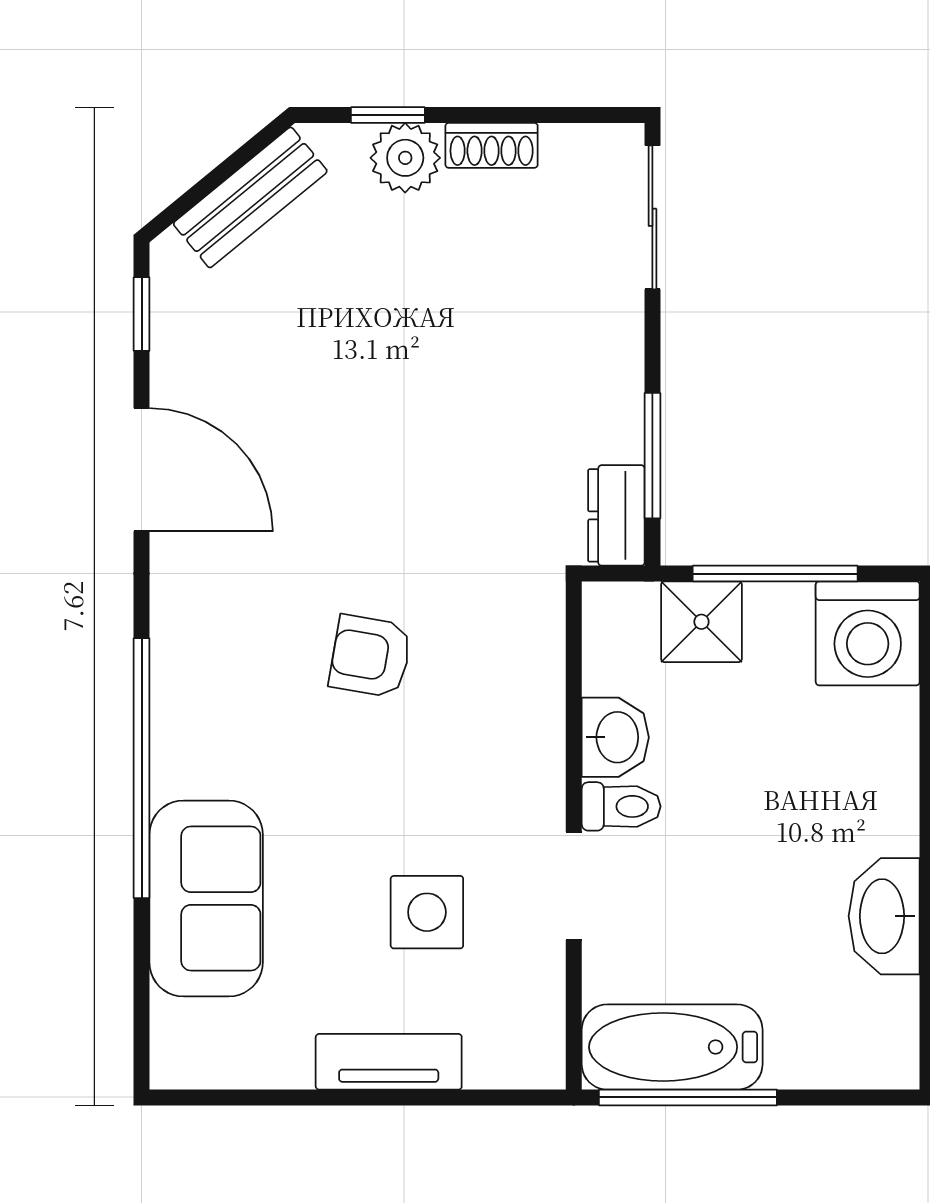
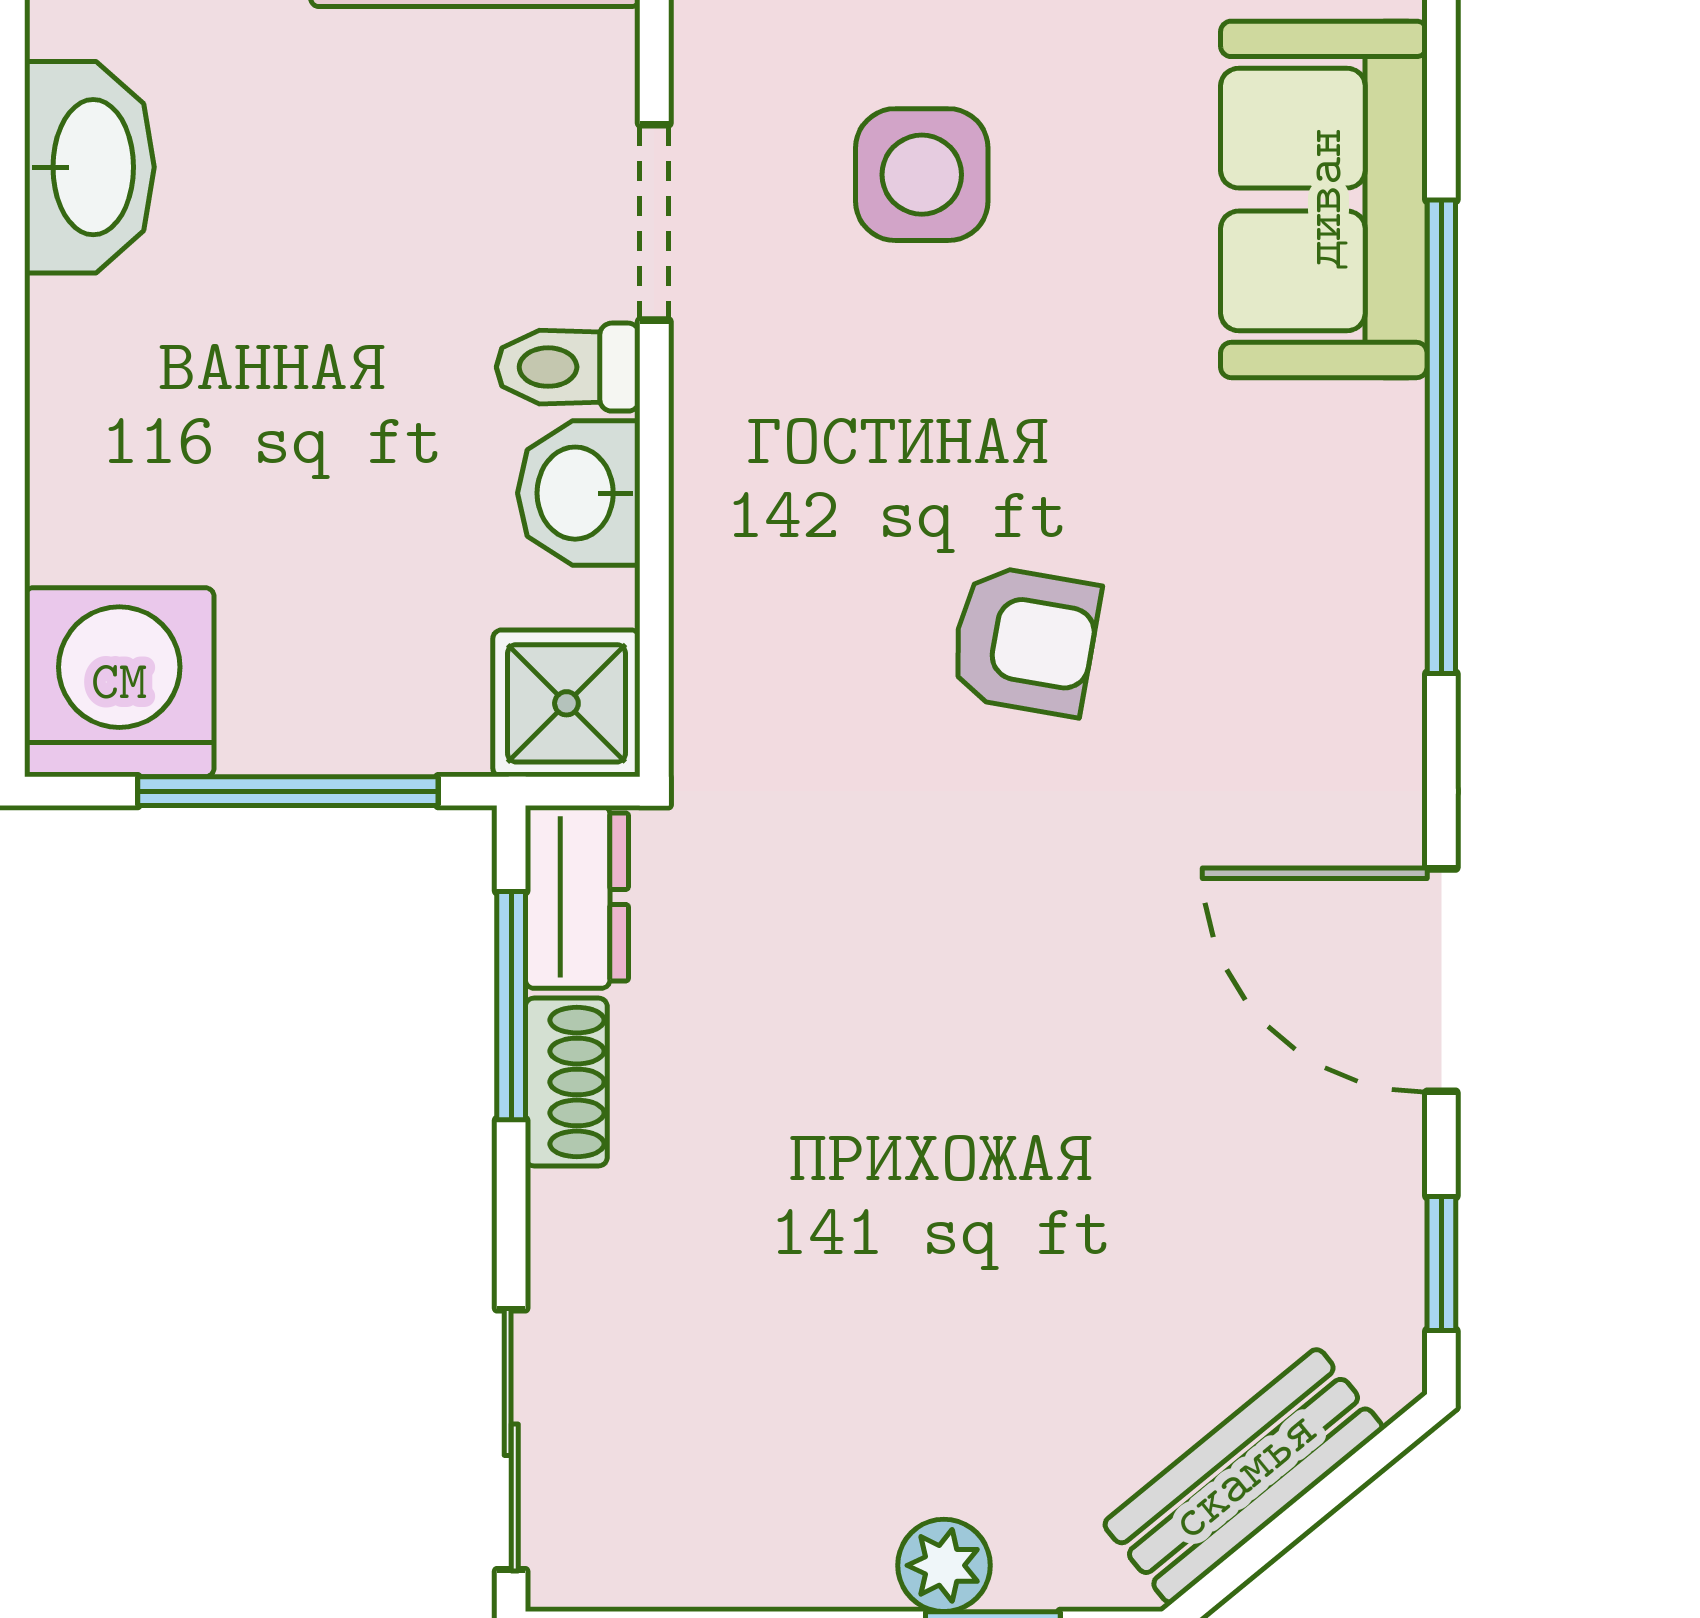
shoe rack: (492, 145) -> (566, 1082), moved, turned 90
plant: (405, 158) -> (944, 1565), width x0.73, depth x0.73
shower: (701, 622) -> (566, 703), moved

